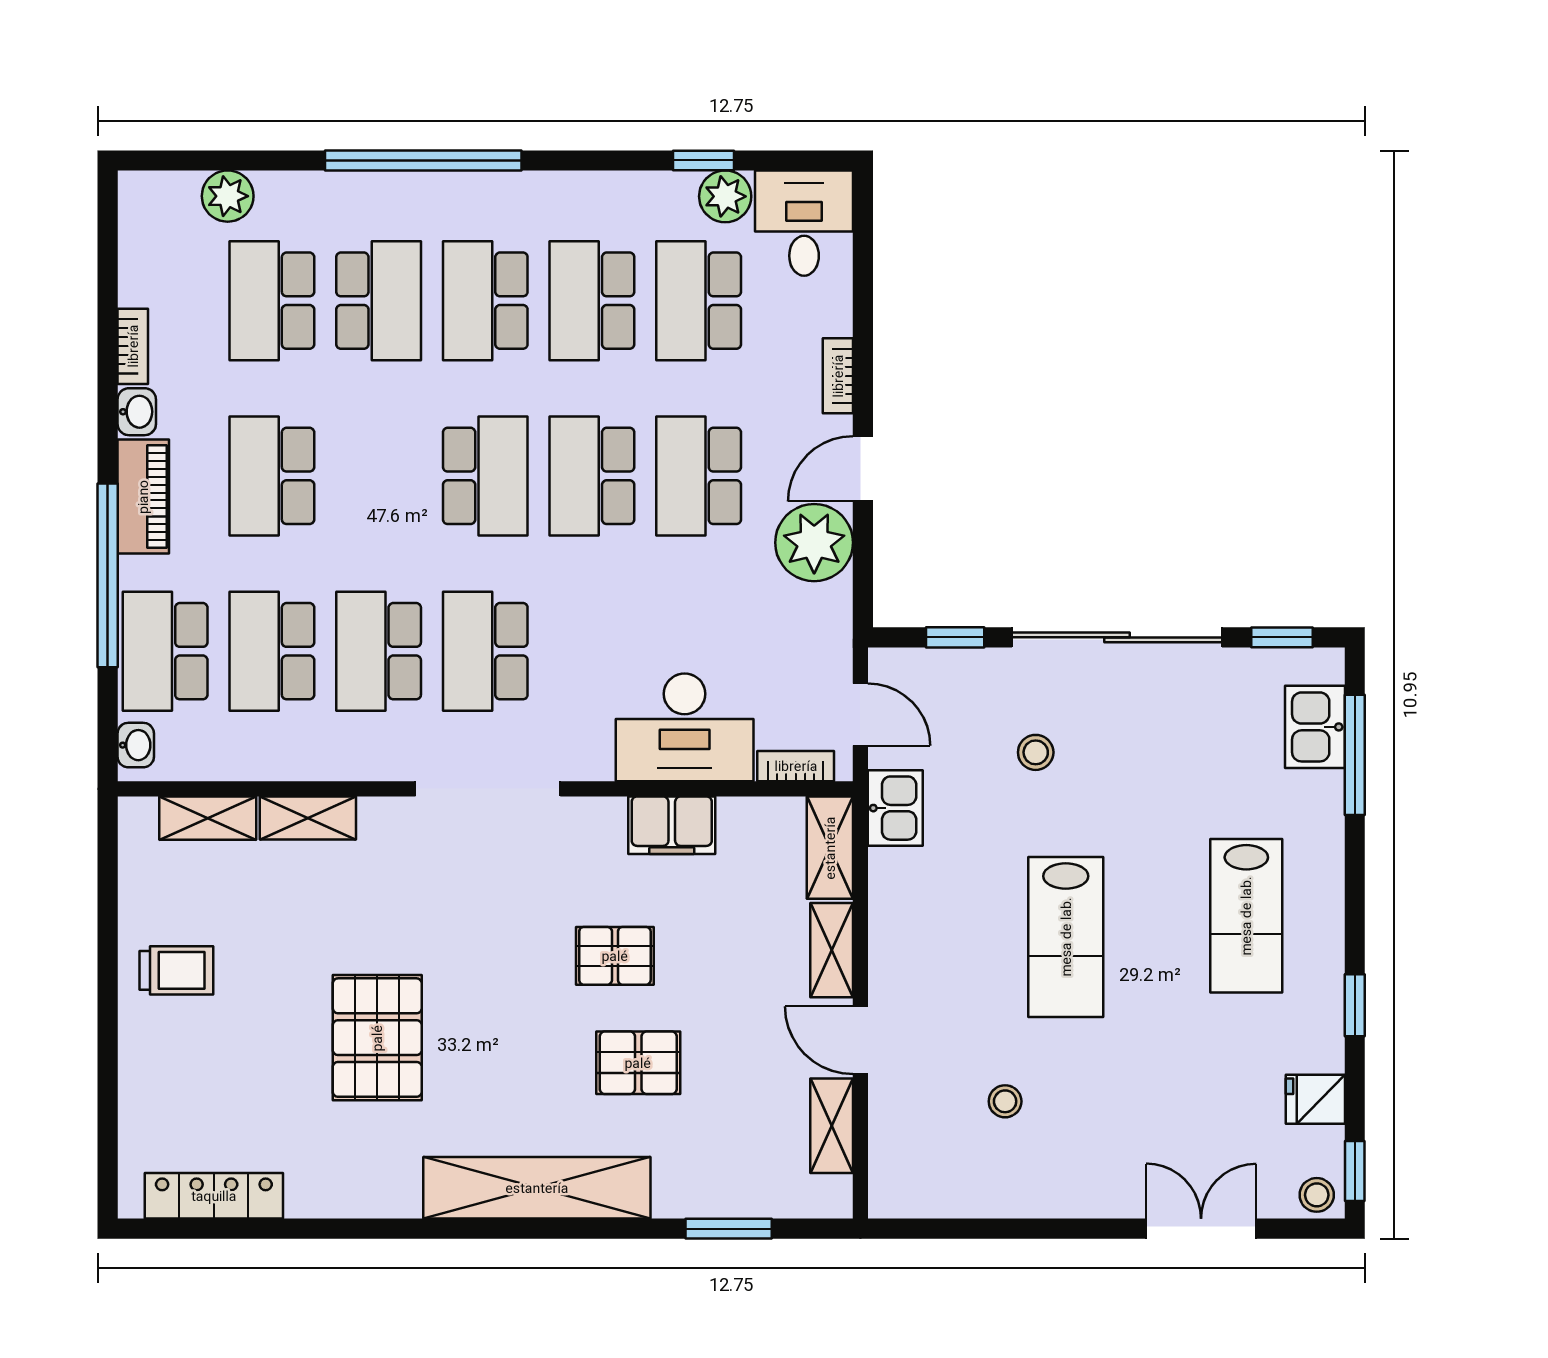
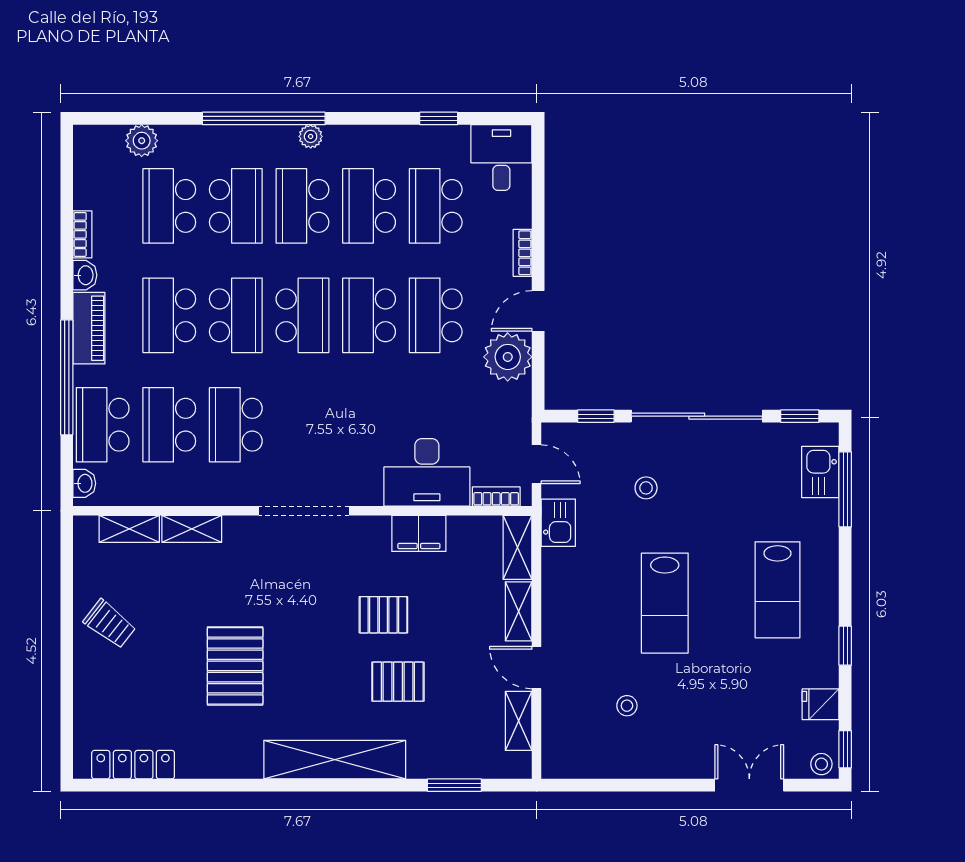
plant: (725, 196) -> (311, 136), moved, width x0.73, depth x0.73
school desk: (485, 651) -> (236, 315), moved, turned 180
trolley: (176, 970) -> (110, 624), turned 38

